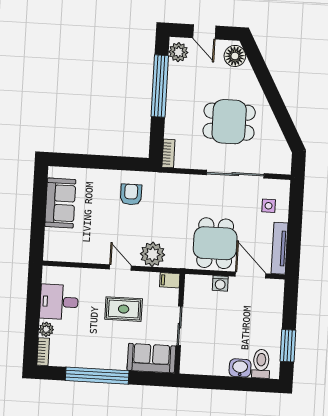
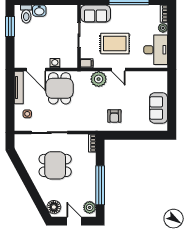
desk: (59, 302) -> (156, 50), width x1.37
rug: (124, 309) -> (115, 44), width x1.36, depth x1.43

